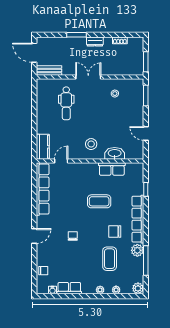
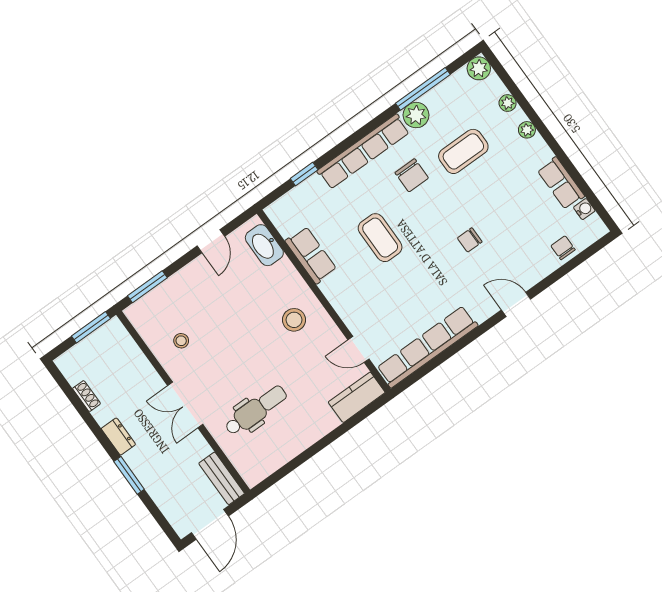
washbasin: (115, 153) -> (264, 245), moved

